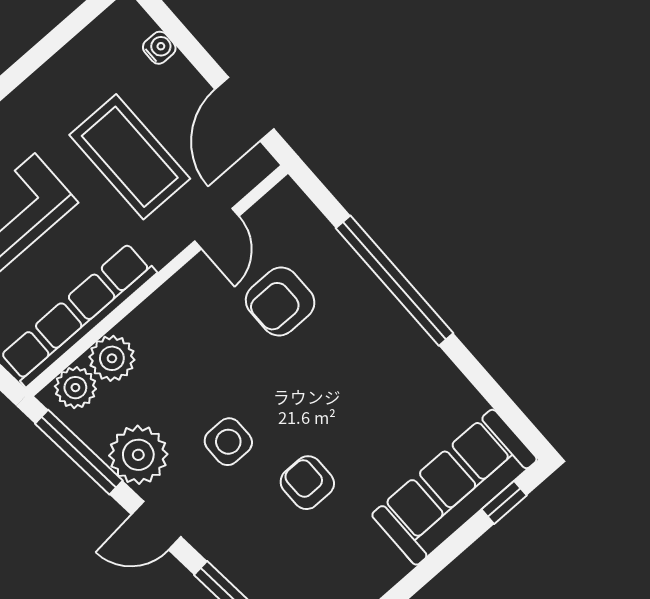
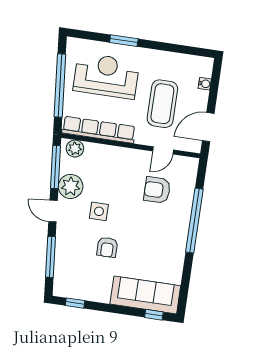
plant: (112, 358) -> (94, 152), removed
armchair: (307, 483) -> (107, 247), turned 180

